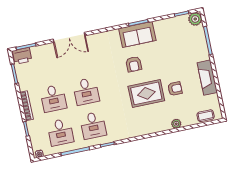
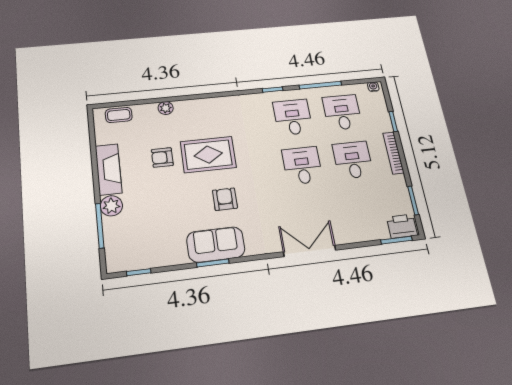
plant: (195, 19) -> (111, 206), moved
double door: (69, 37) -> (310, 251), moved

